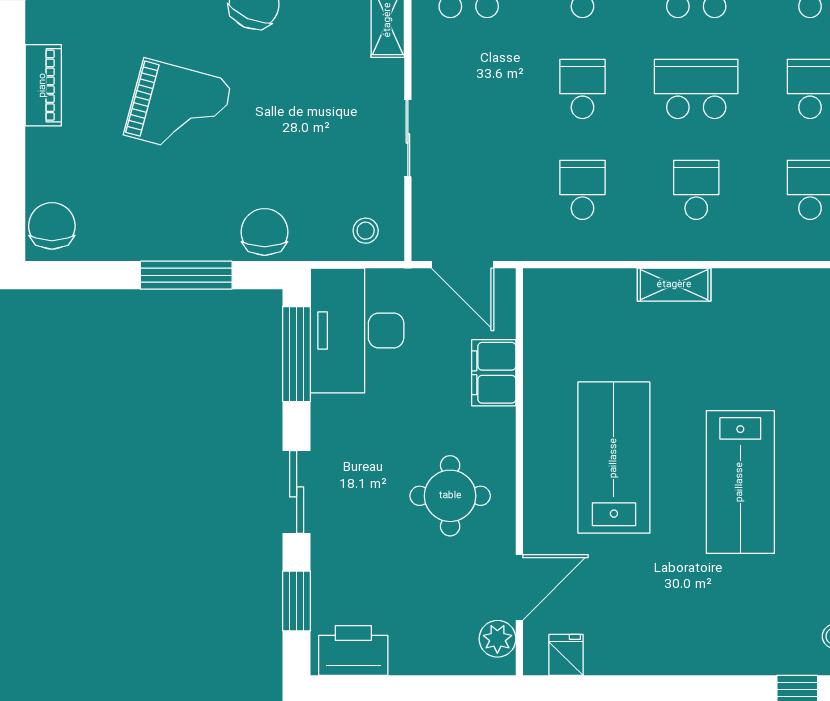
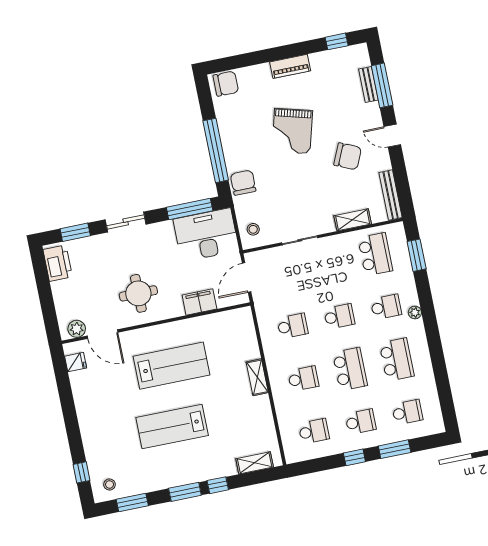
chair: (265, 232) -> (243, 183), turned -90
window: (186, 275) -> (216, 150), width x1.46

